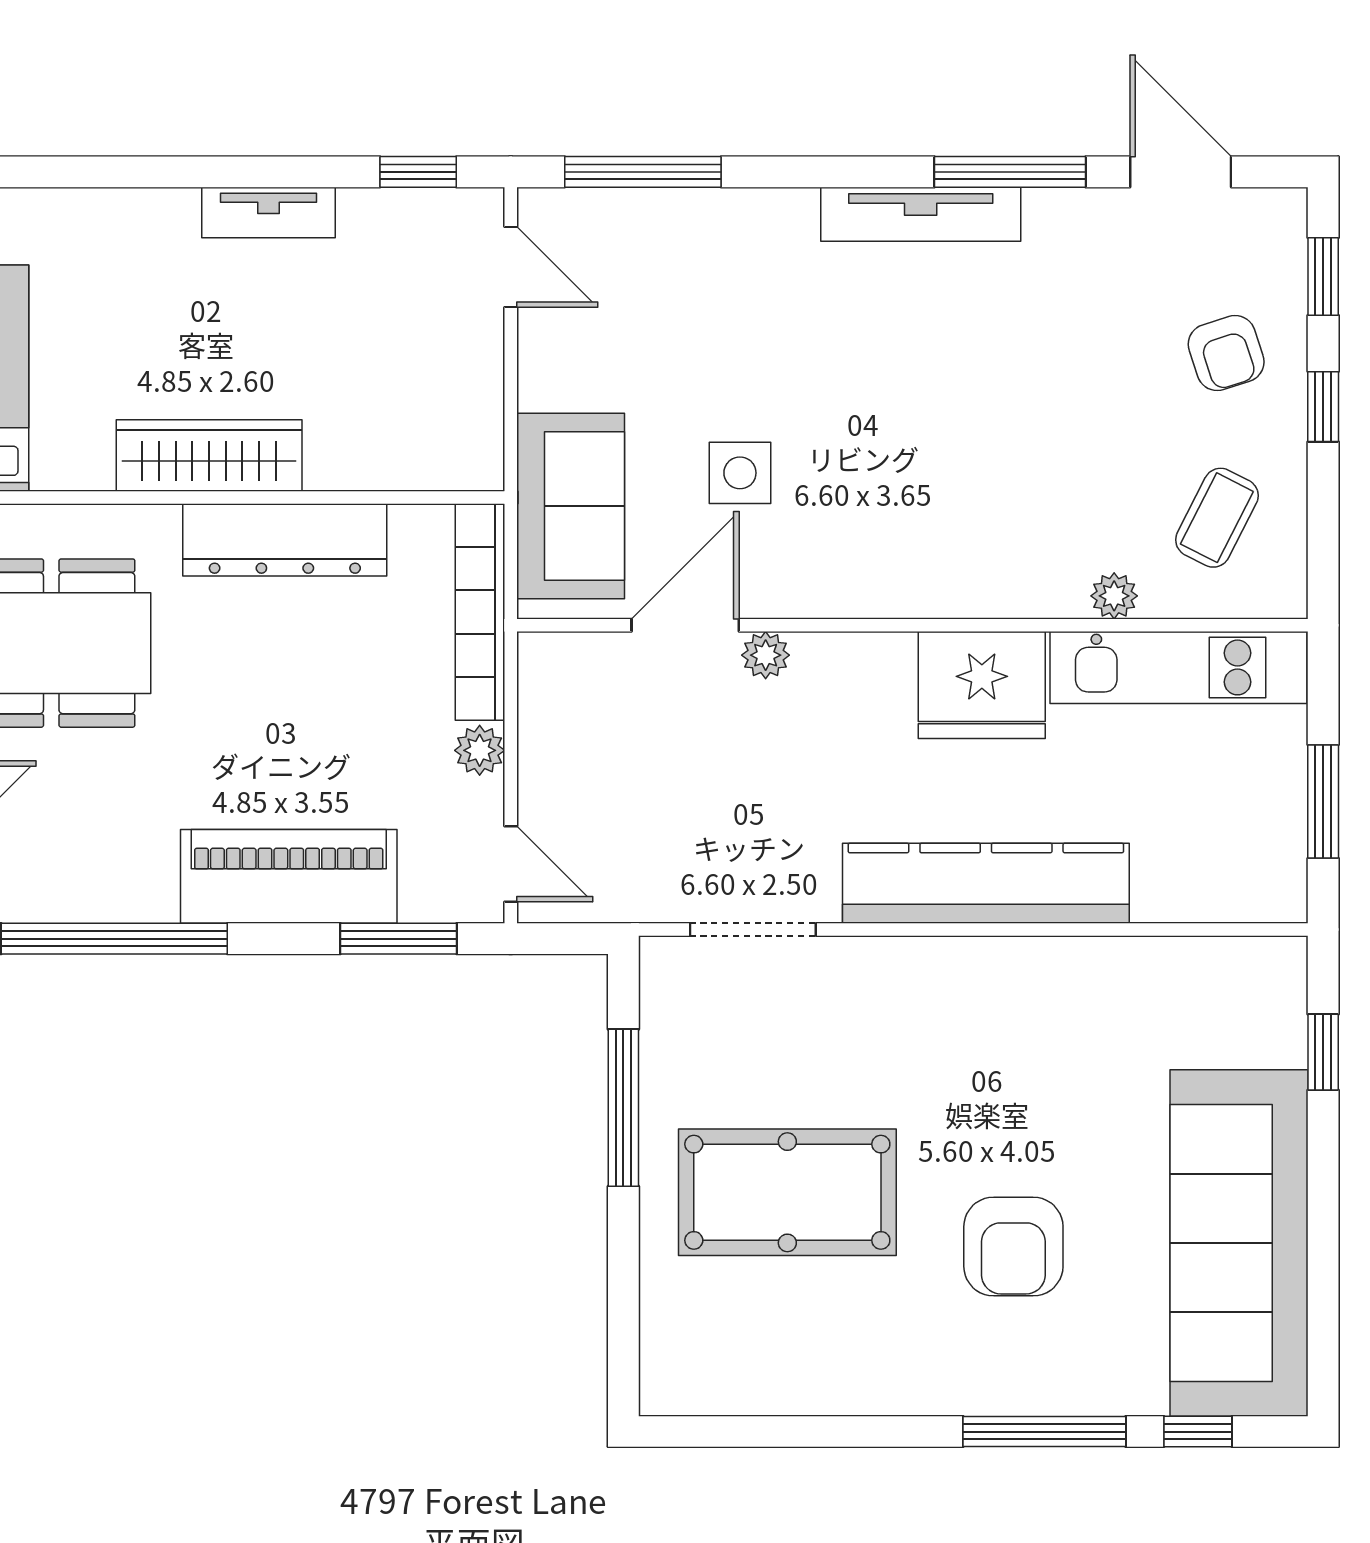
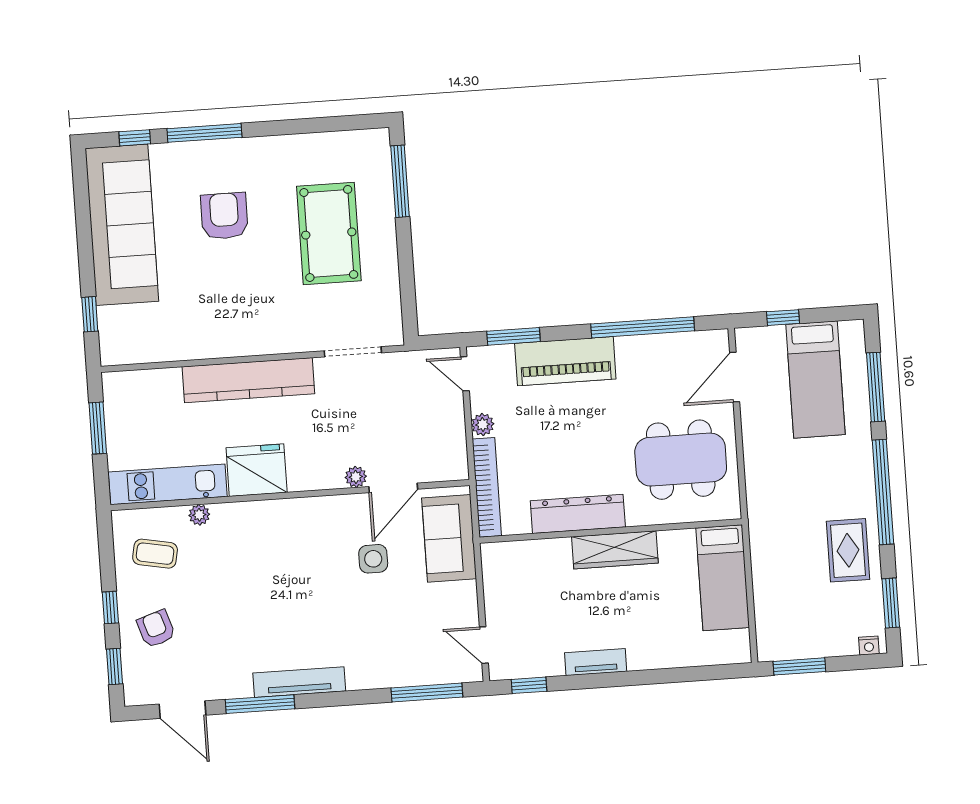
coffee table: (1217, 518) -> (155, 554), turned 74
window: (623, 1108) -> (400, 181), moved
pool table: (787, 1192) -> (329, 233), turned 90

